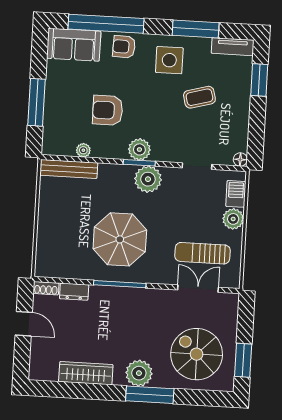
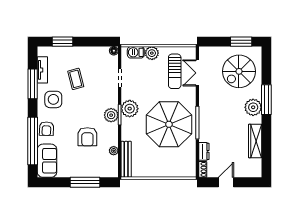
tv unit: (233, 47) -> (42, 70), moved
parasol: (120, 239) -> (169, 124), width x1.36, depth x1.36

